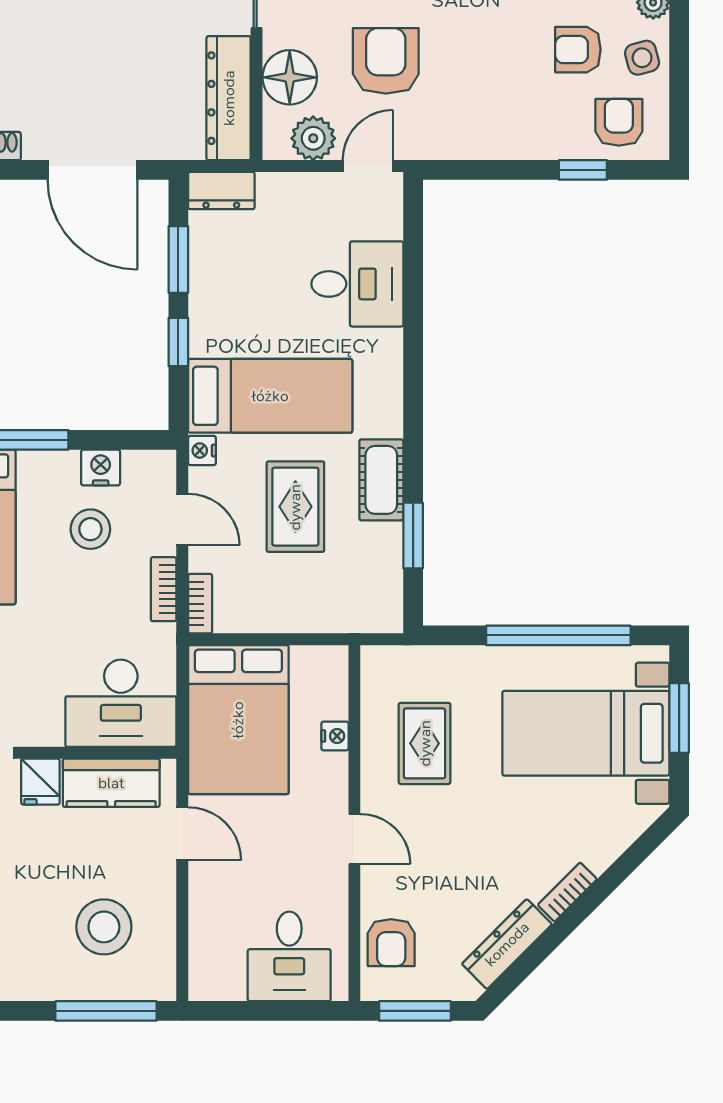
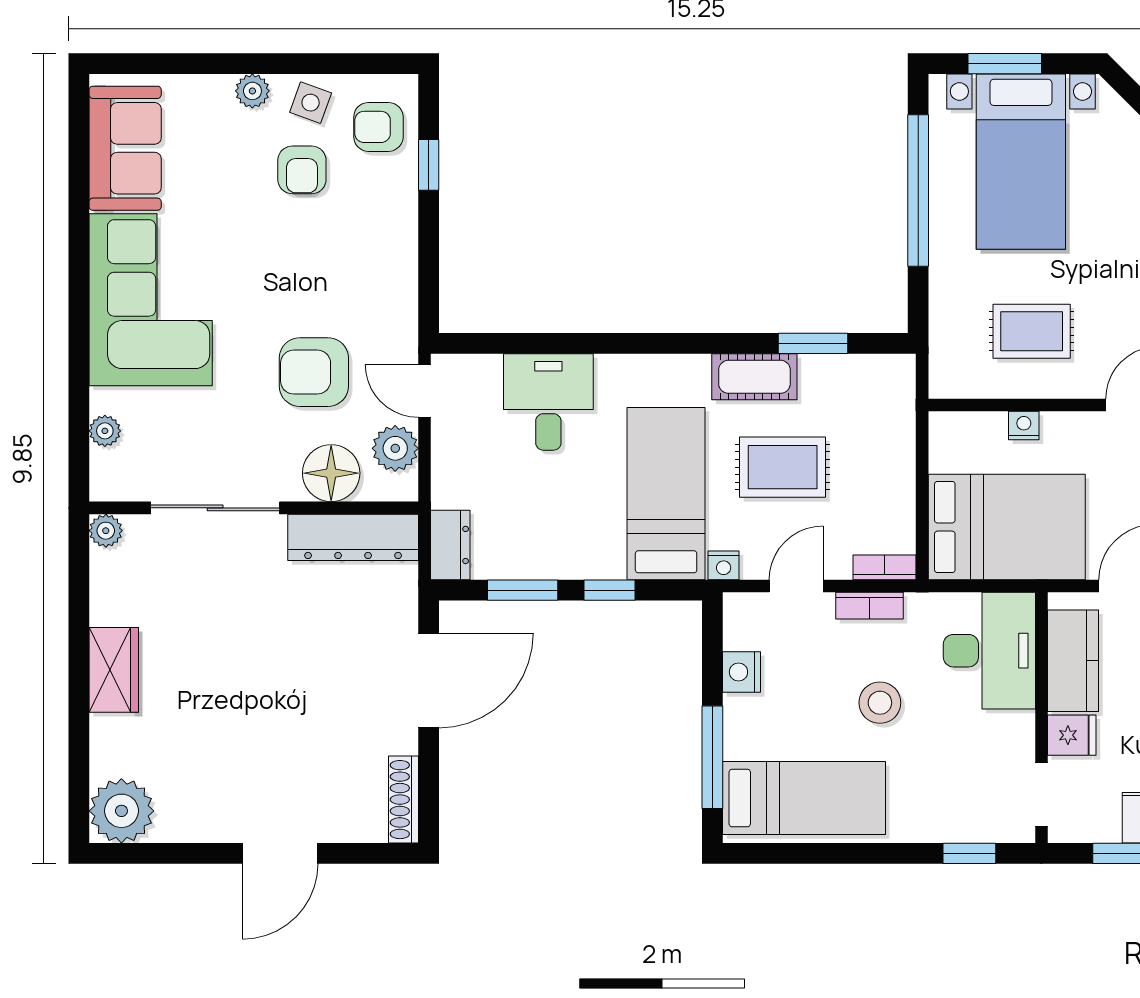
side table: (642, 58) -> (311, 103), turned 35
stool: (90, 529) -> (880, 703), moved

